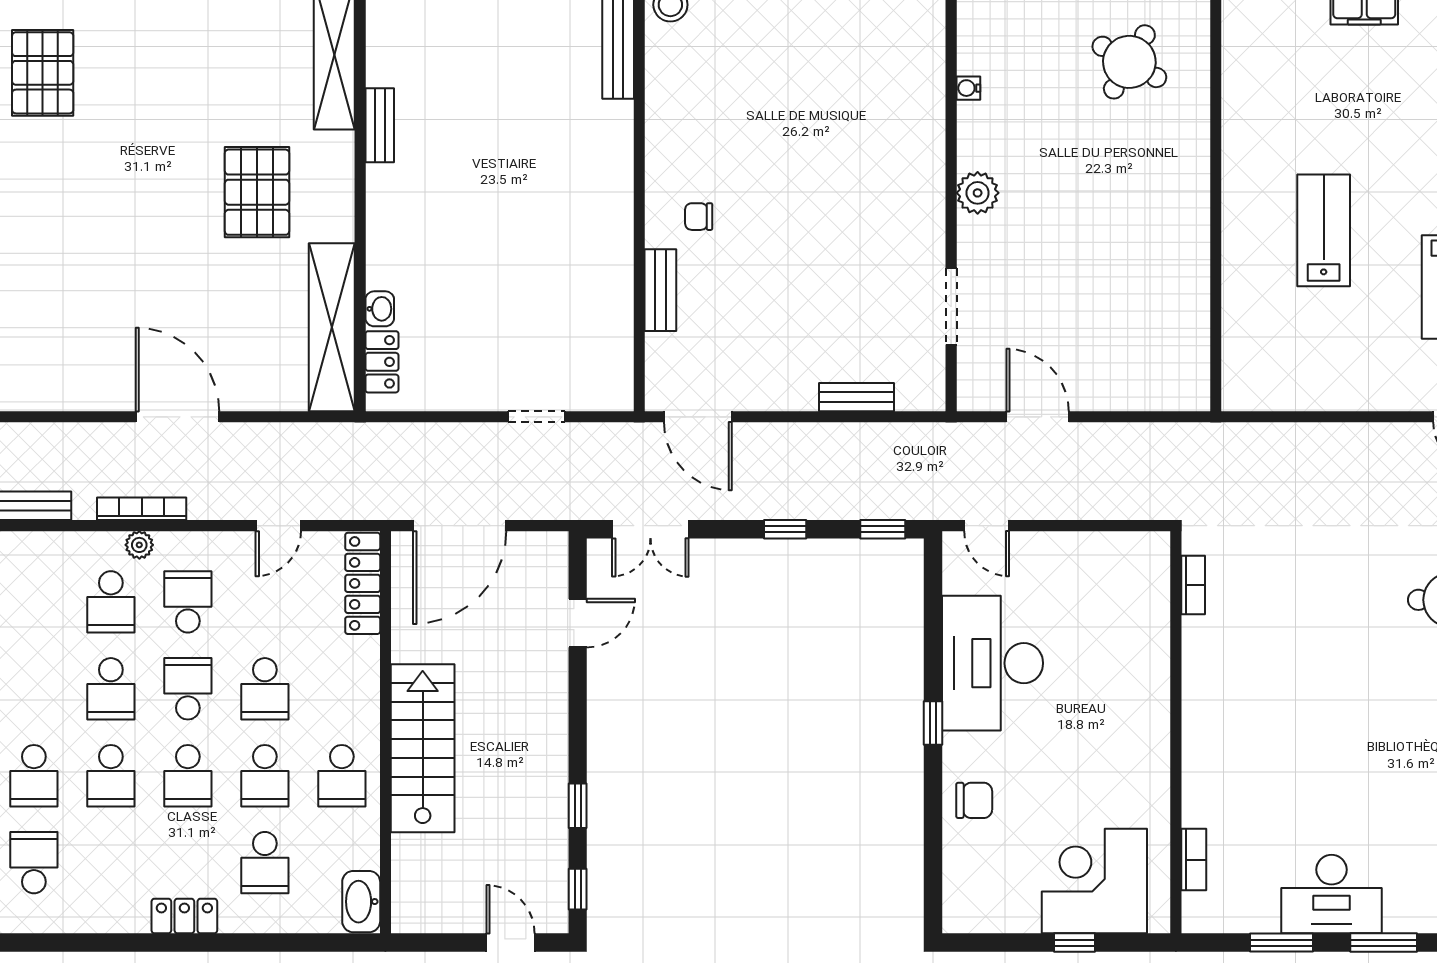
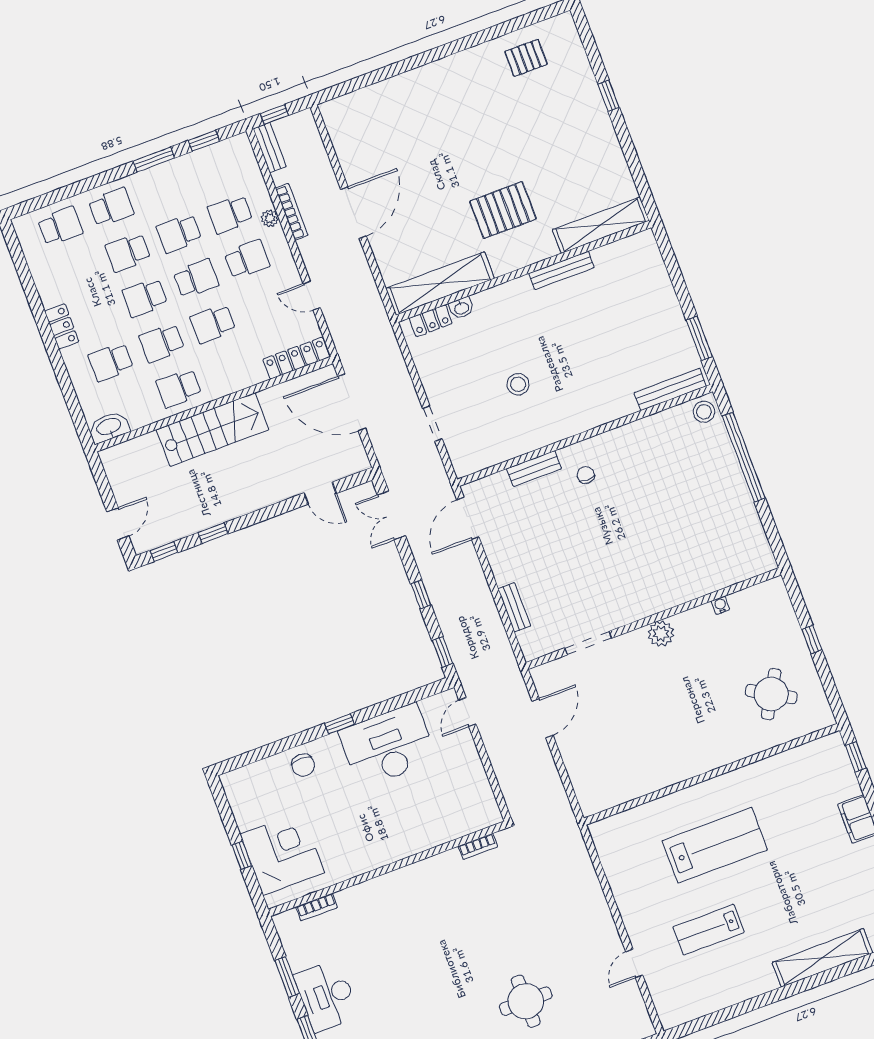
pallet: (43, 73) -> (526, 58), width x0.67, depth x0.71
bench: (380, 125) -> (561, 270), width x1.36
lab bench: (1324, 230) -> (715, 845), width x1.36, depth x1.39
stool: (526, 267) -> (518, 384), added
school desk: (34, 776) -> (111, 207), turned 180

